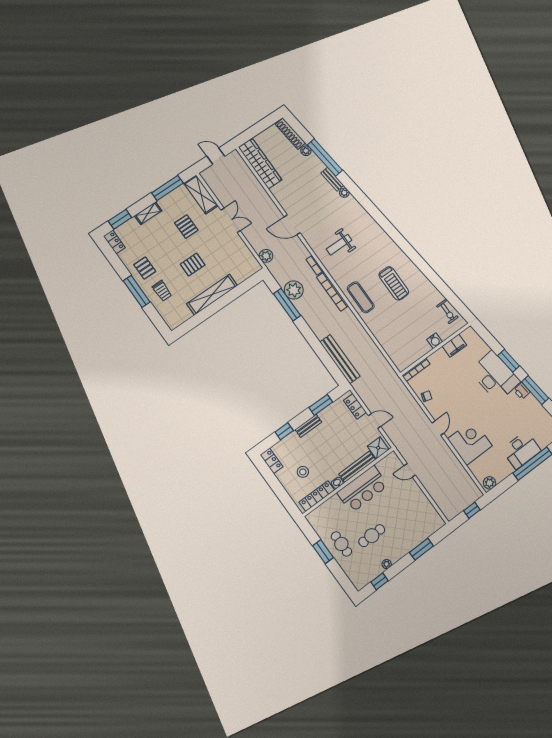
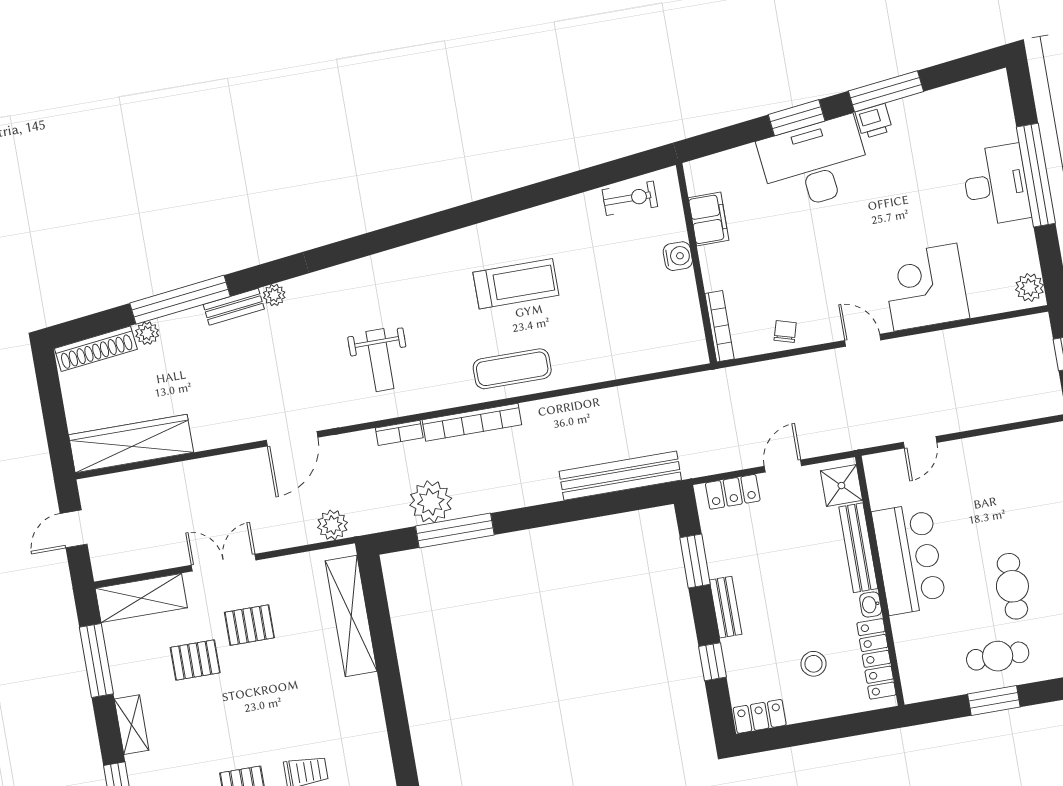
pallet: (193, 265) -> (249, 625), moved, turned 90
shelving: (212, 295) -> (351, 616), moved

